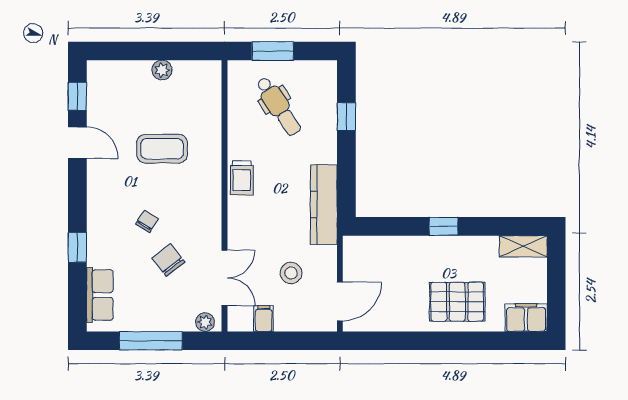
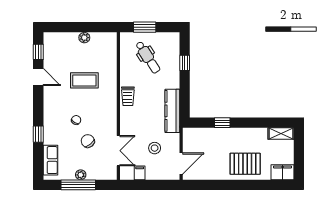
window: (444, 226) -> (222, 123), moved
plant: (205, 322) -> (81, 175), moved

